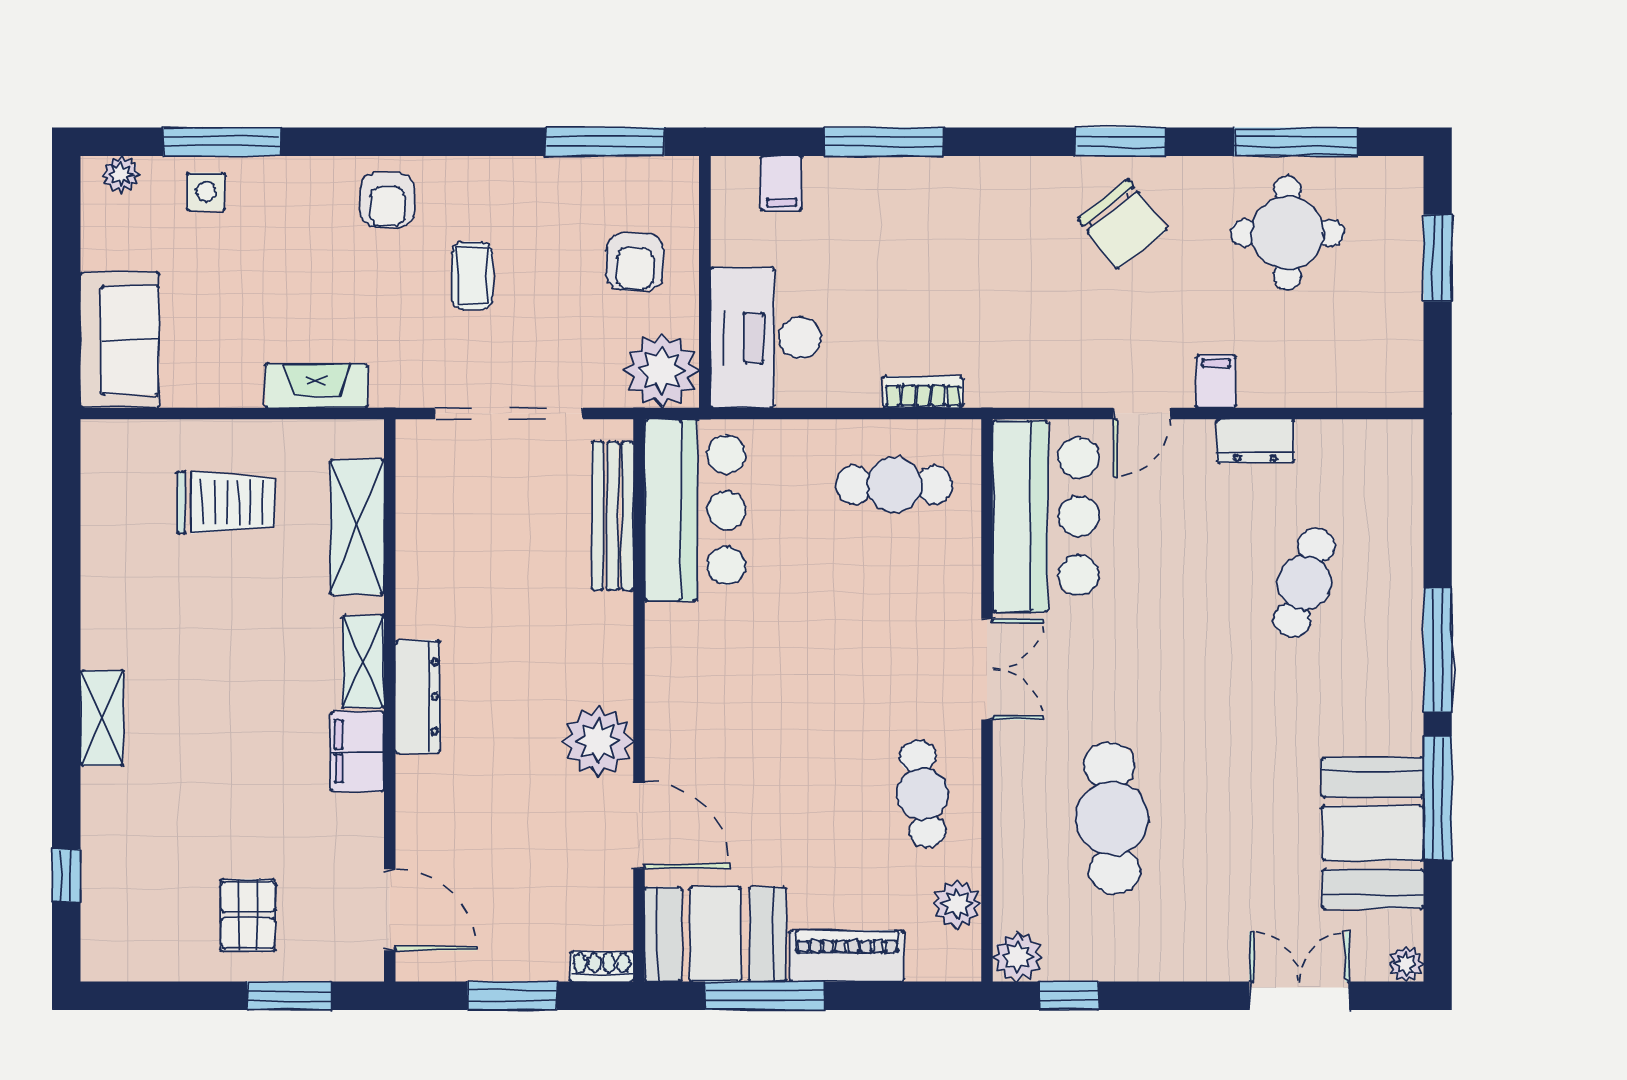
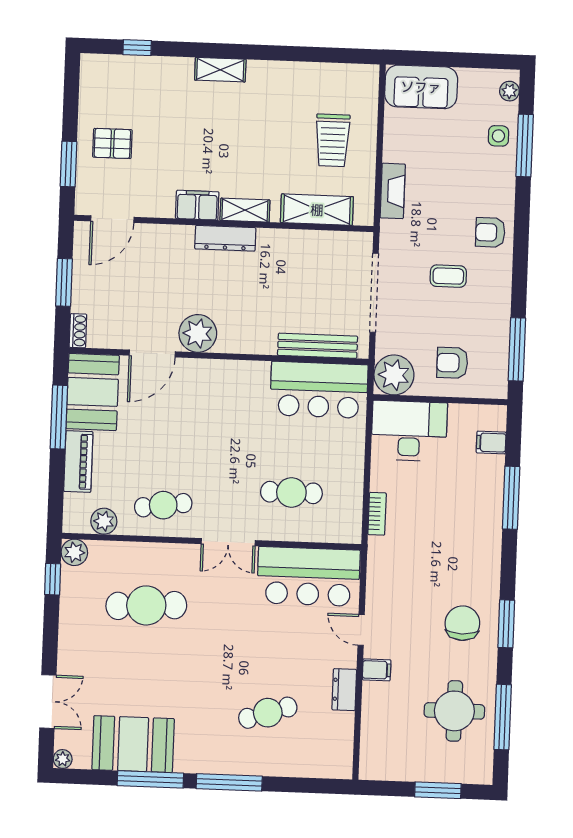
chair: (1122, 224) -> (462, 623), turned 128
cafe table: (894, 485) -> (291, 493), moved, turned 90
cafe table: (1304, 583) -> (268, 713), turned -36

